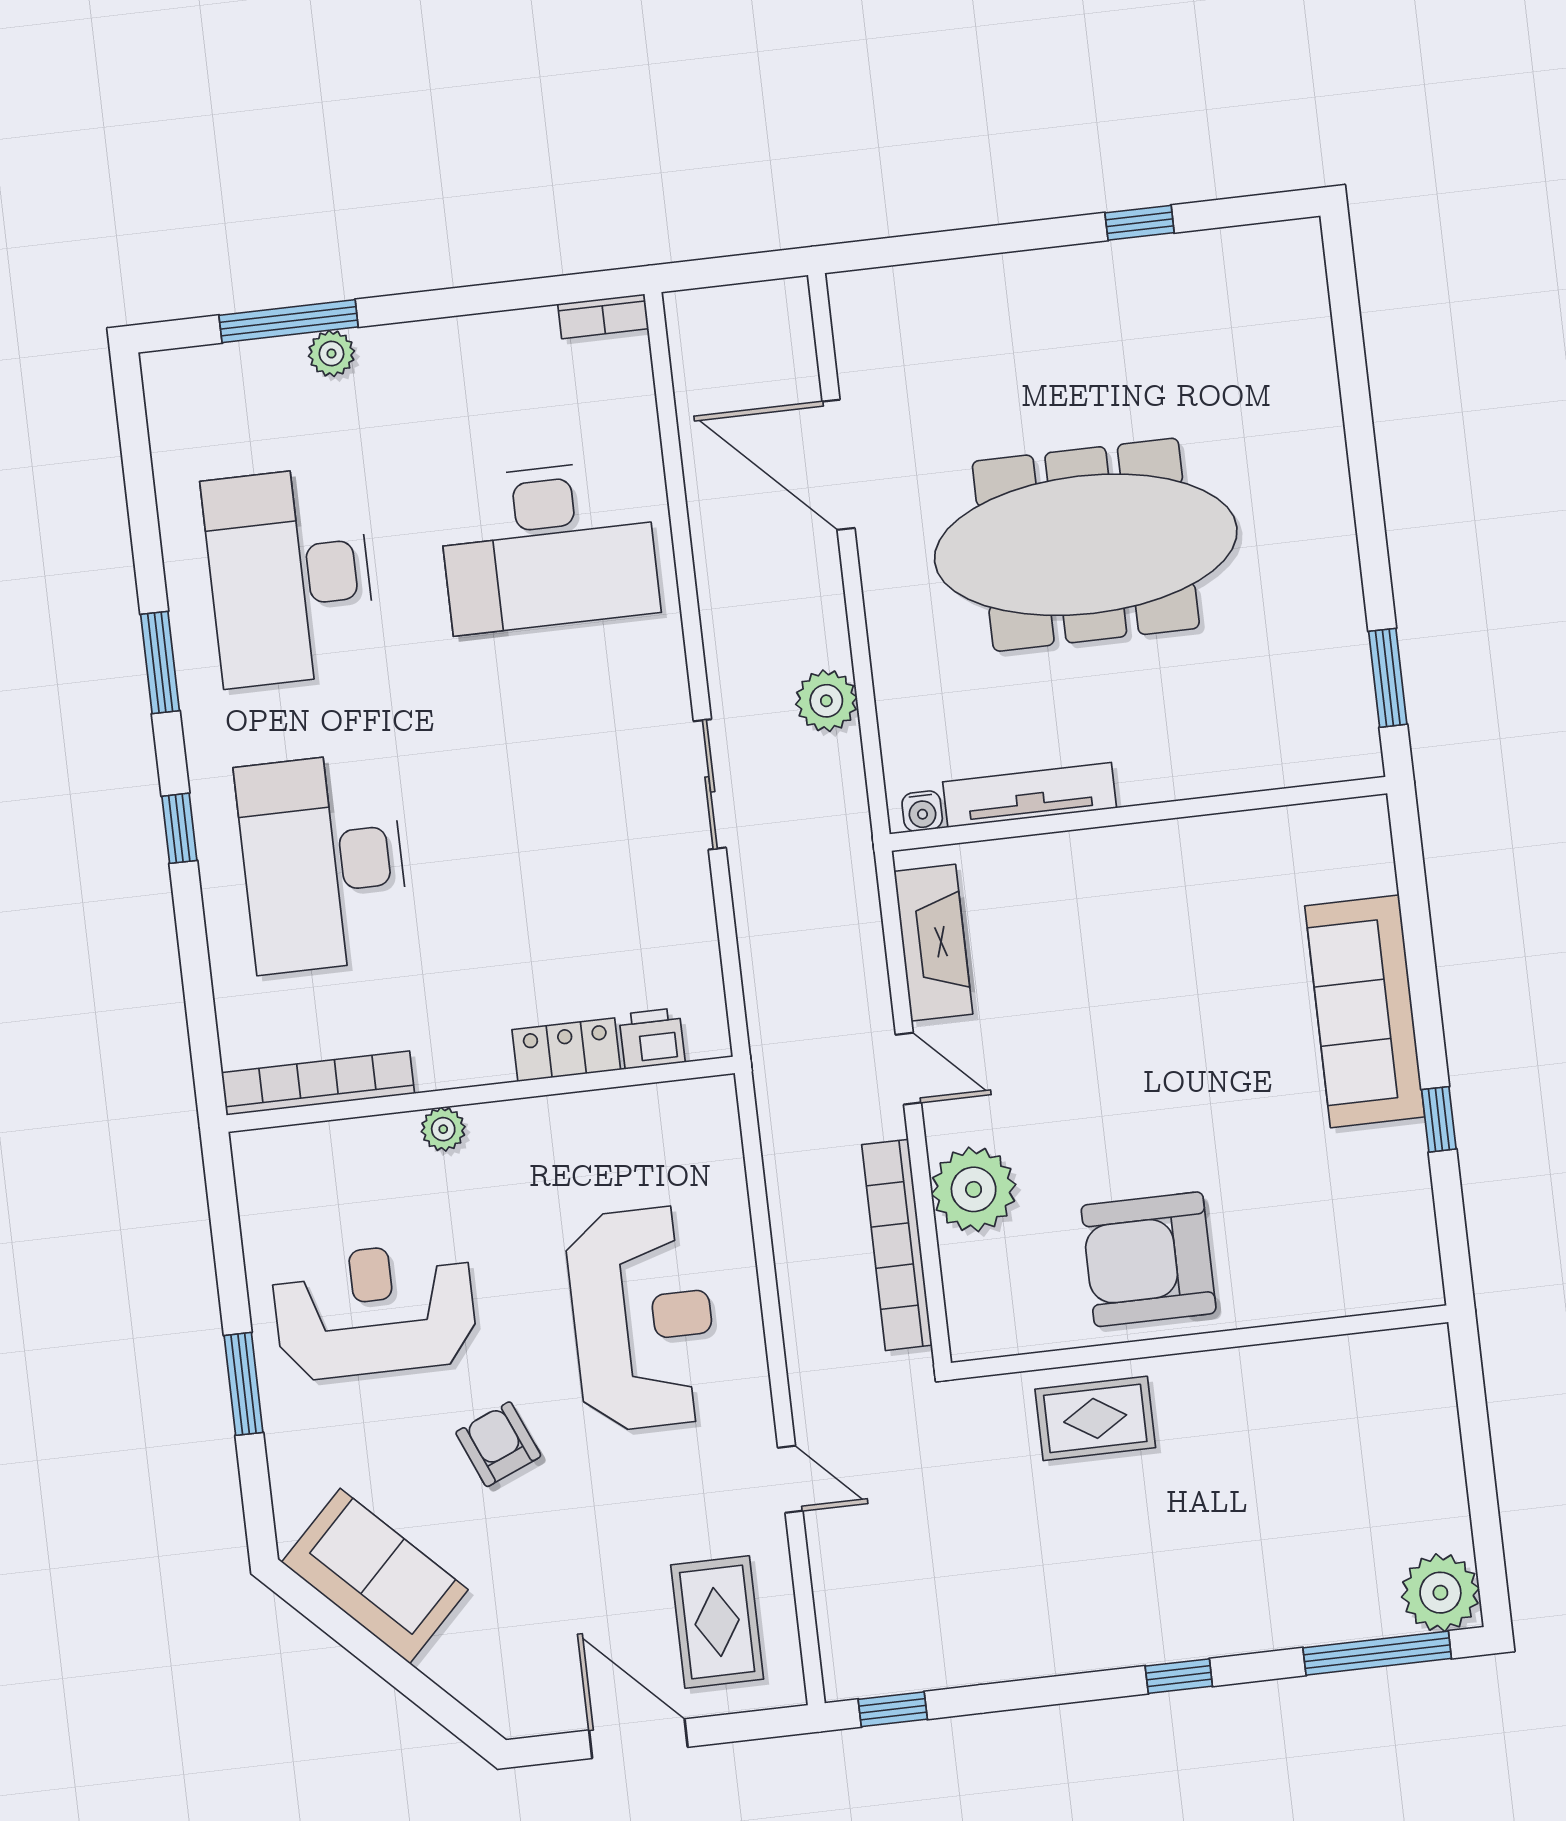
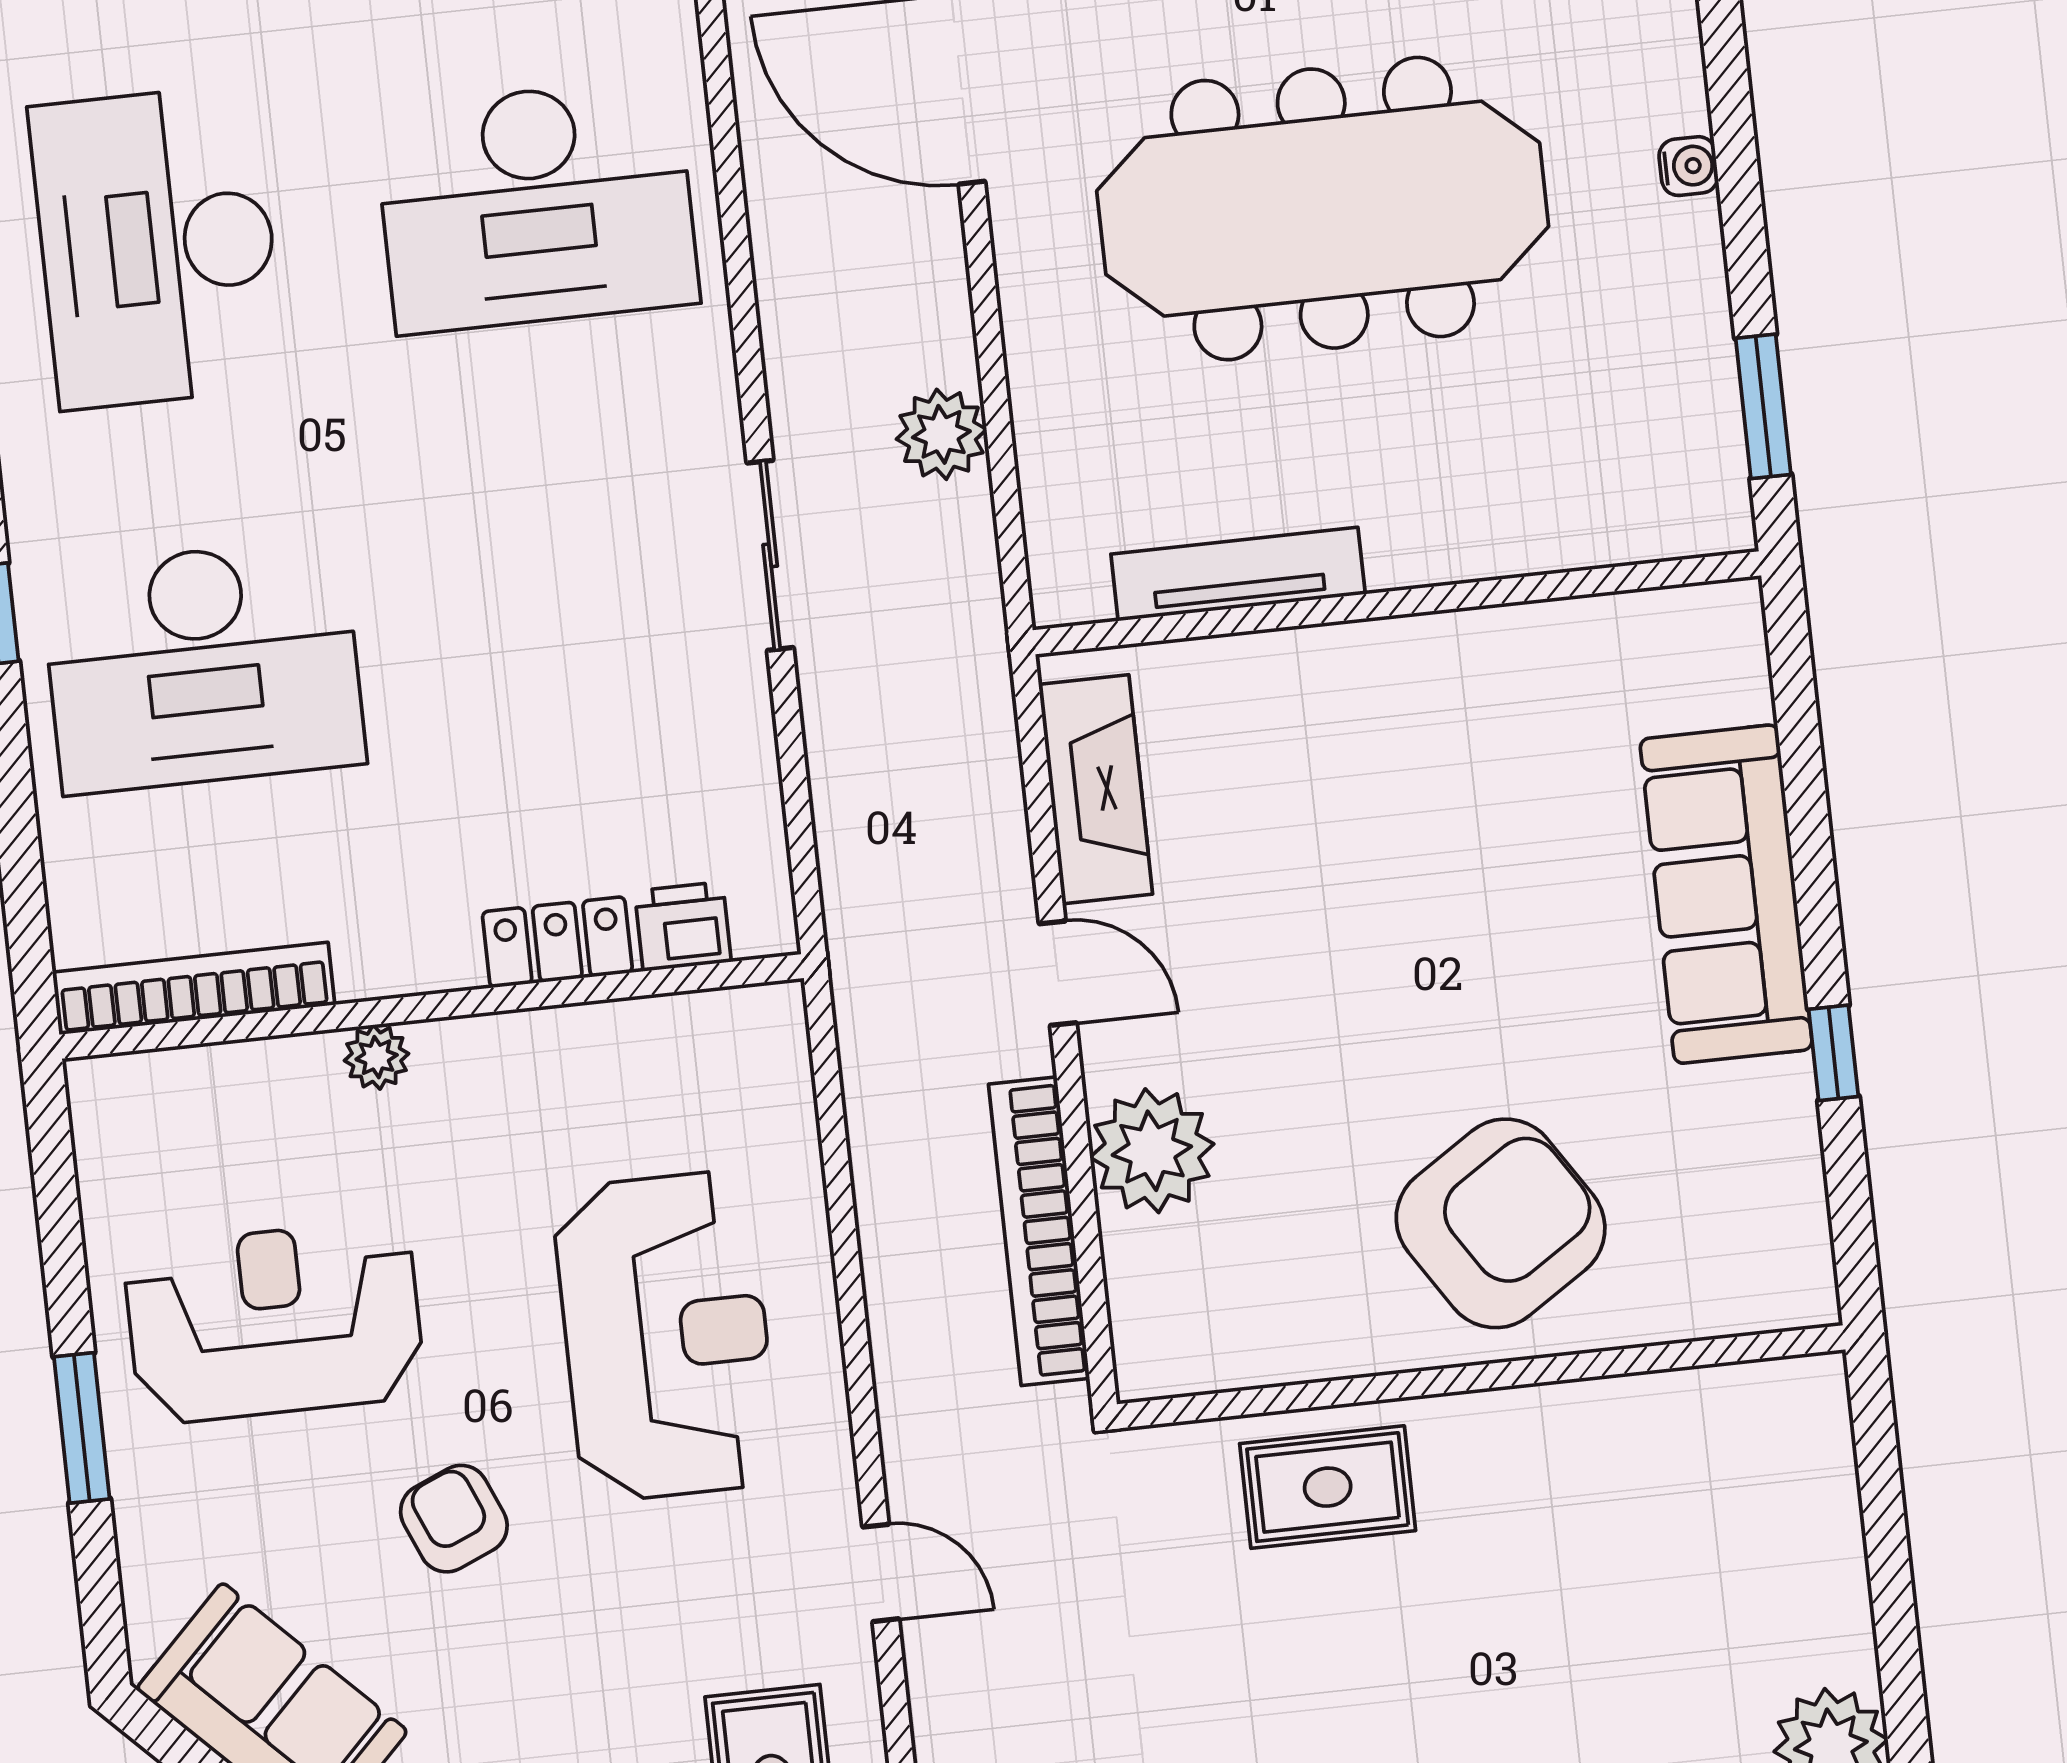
water cooler: (922, 811) -> (1689, 166), moved, turned -90
desk: (323, 863) -> (203, 666), turned -90
armchair: (1149, 1259) -> (1501, 1223), moved, turned 147

